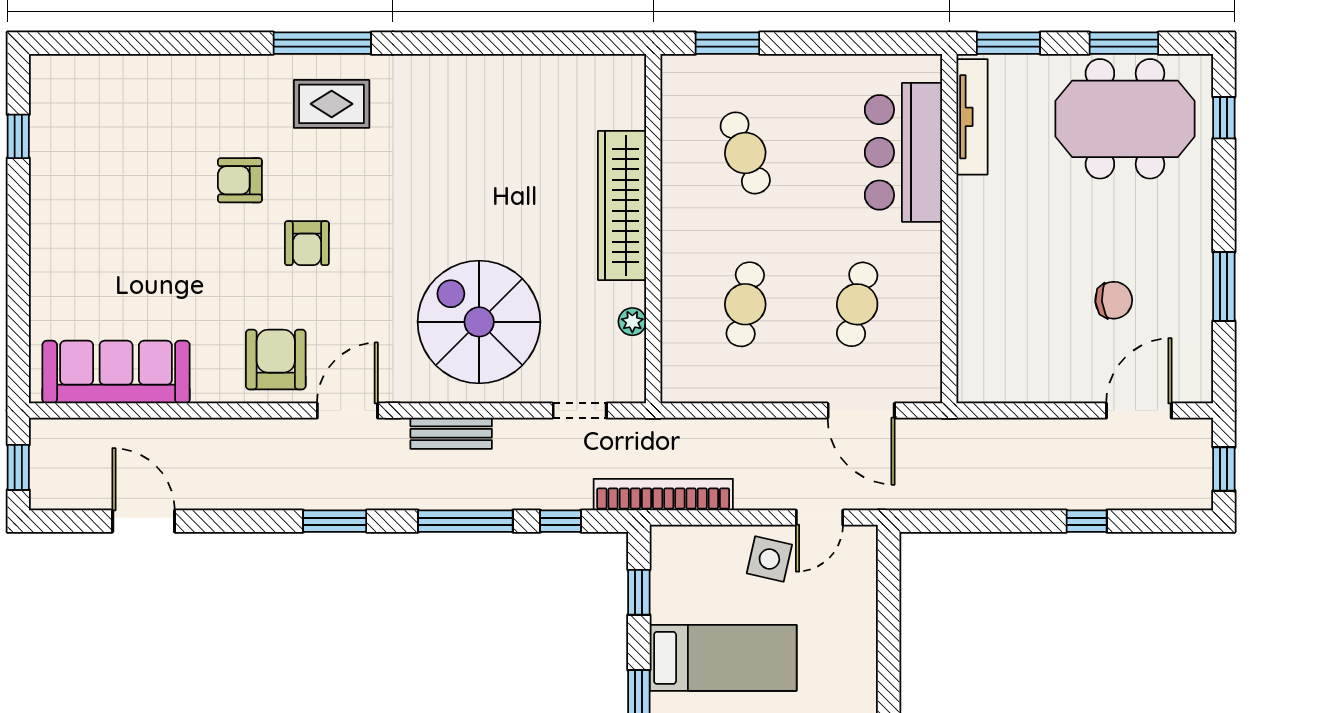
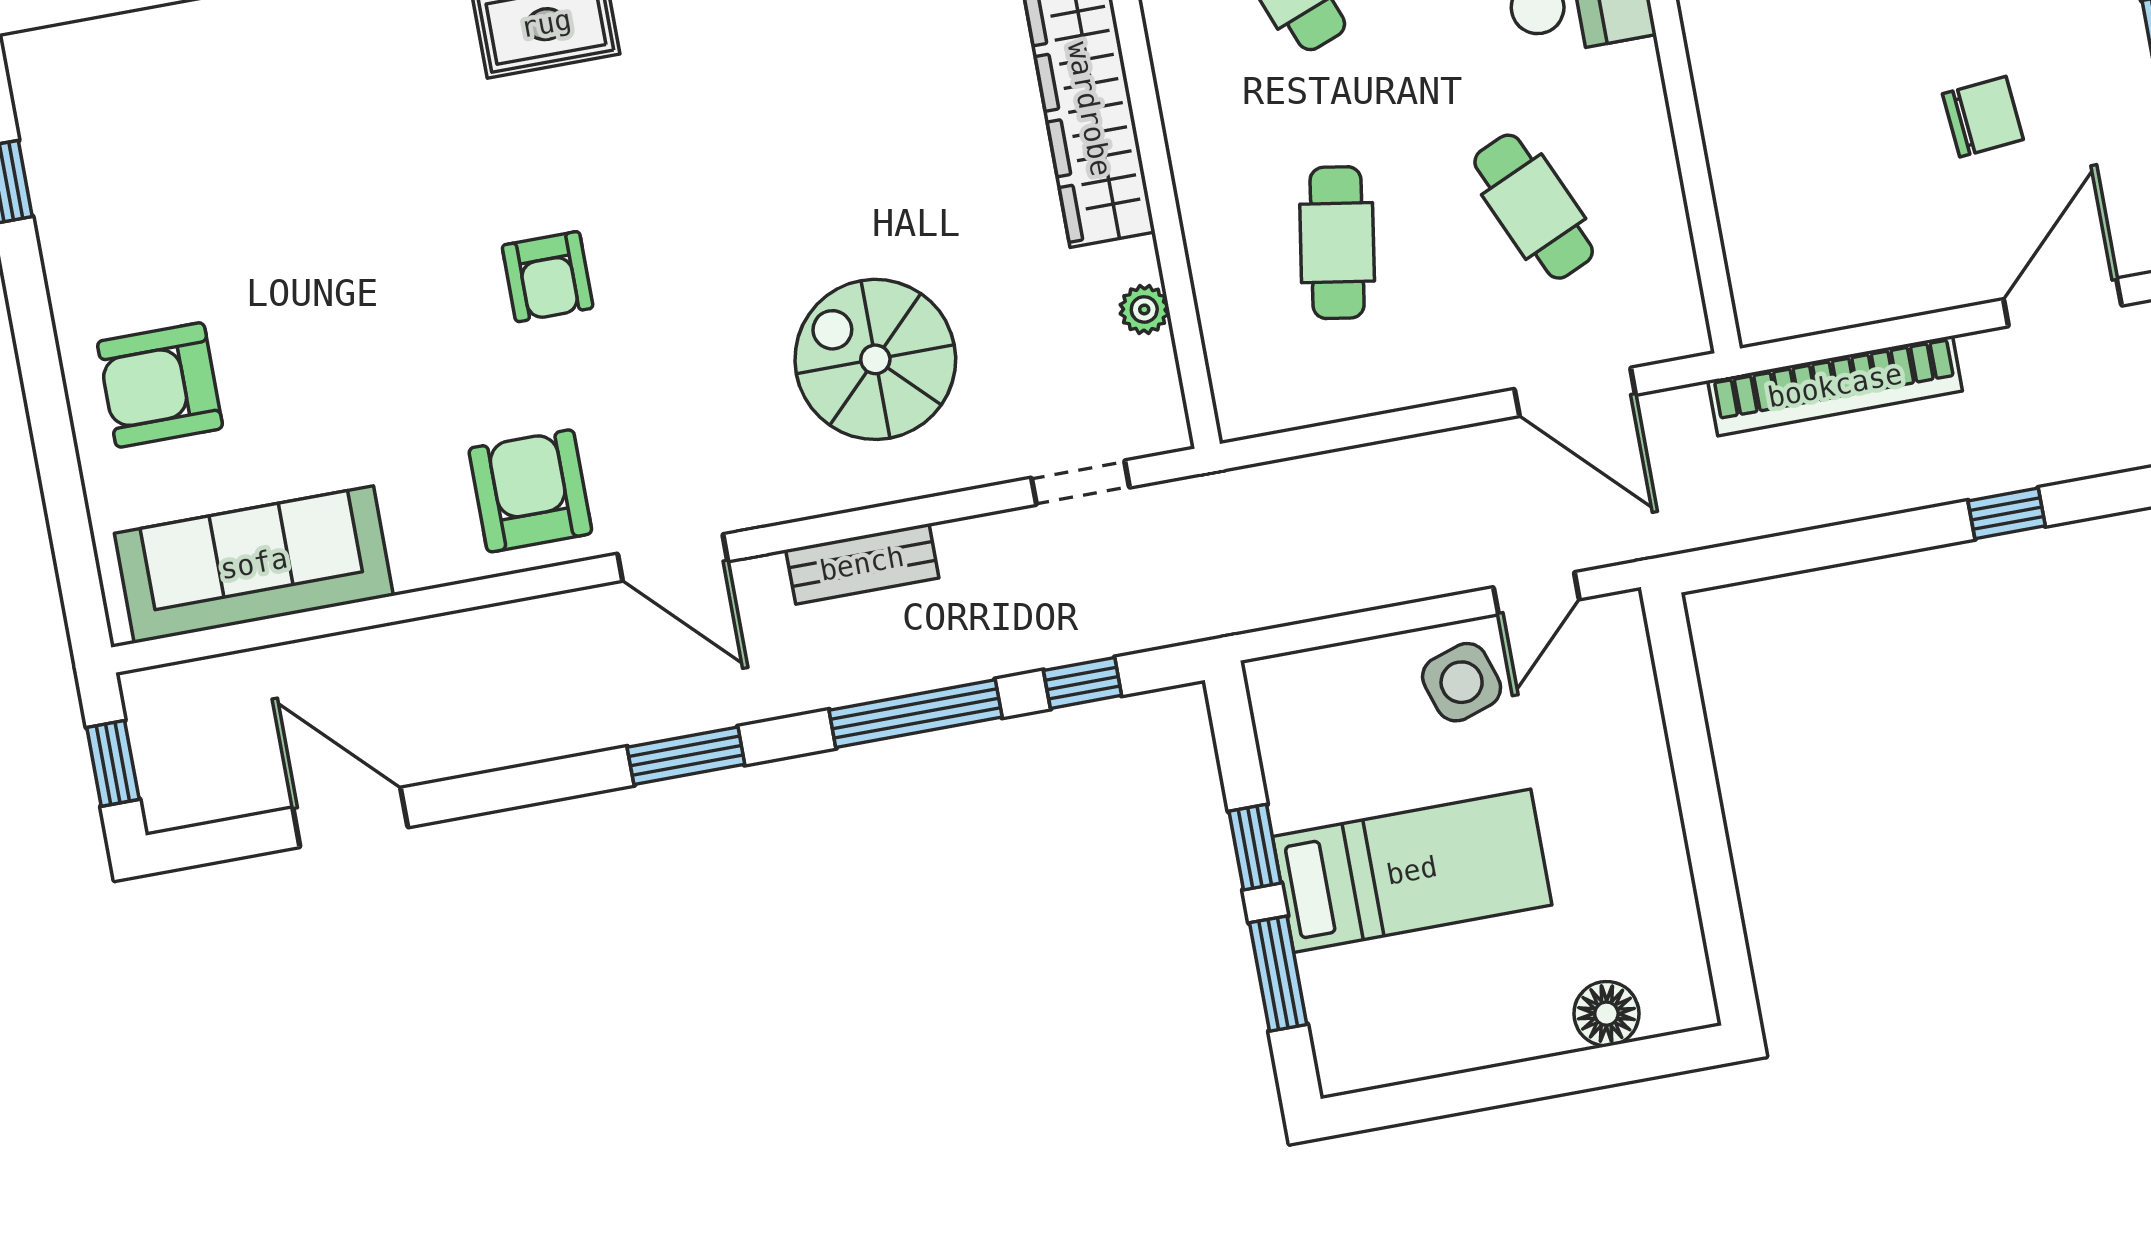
armchair: (240, 180) -> (160, 385), moved, width x1.38, depth x1.38
cafe table: (857, 304) -> (1534, 207), turned -36
spiral stairs: (479, 322) -> (875, 359), width x0.73, depth x0.73
door: (347, 411) -> (673, 557), swing flipped
bookcase: (663, 495) -> (1835, 386), moved, turned 180
side table: (769, 559) -> (1462, 682), turned -31
window: (639, 592) -> (1255, 847), moved

